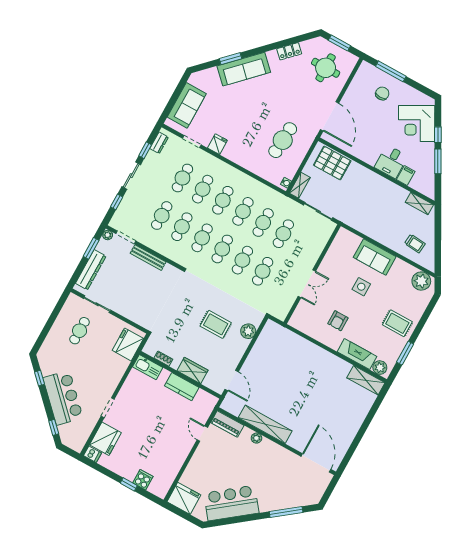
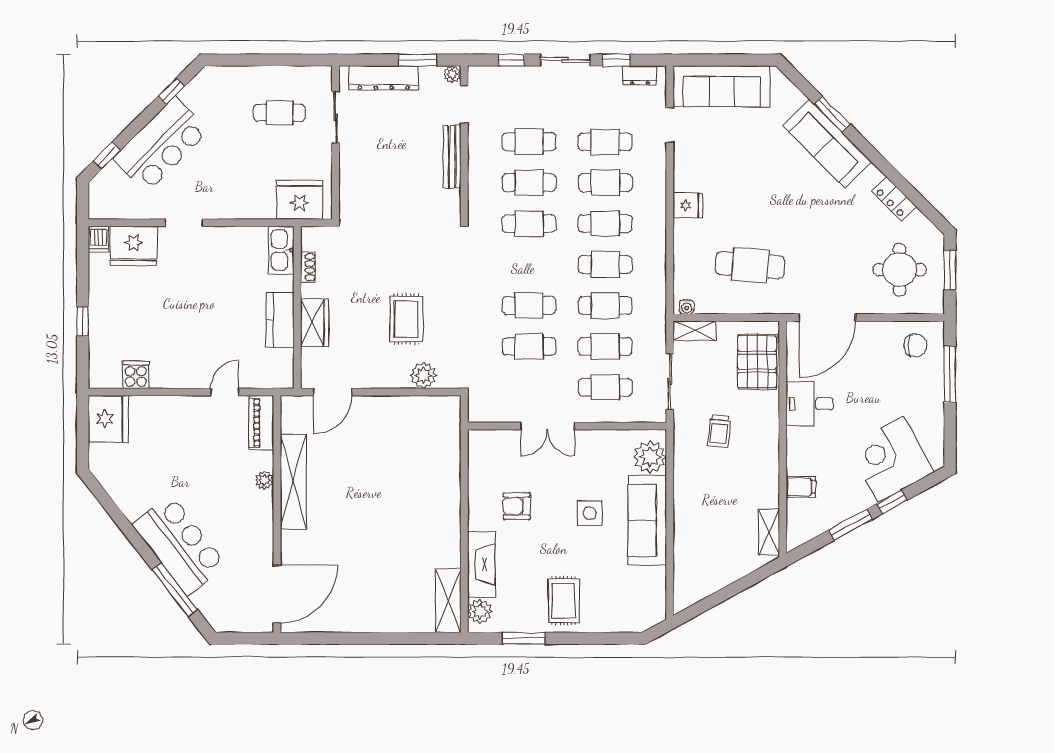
chair: (382, 93) -> (915, 345), moved
sofa: (187, 105) -> (722, 86), width x1.36
fridge: (217, 144) -> (688, 205), moved
desk: (391, 162) -> (810, 404), moved
trolley: (415, 244) -> (719, 431), moved
cafe table: (222, 249) -> (605, 387), moved
sofa: (375, 257) -> (647, 520), width x1.36
plant: (421, 281) -> (650, 457), moved
cooker: (143, 480) -> (136, 375), moved, turned -90
bar counter: (231, 503) -> (179, 545), moved

